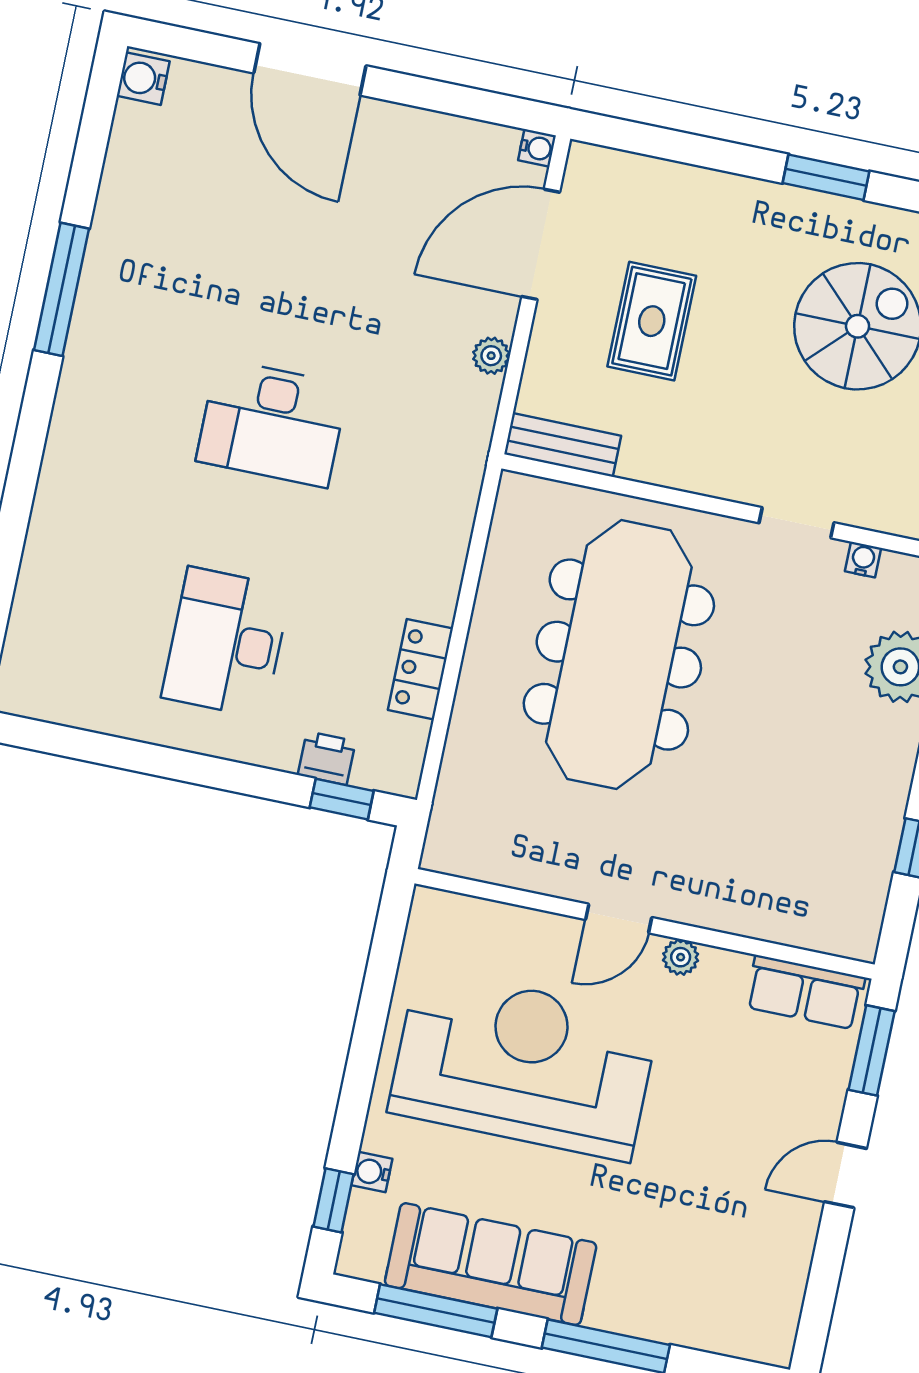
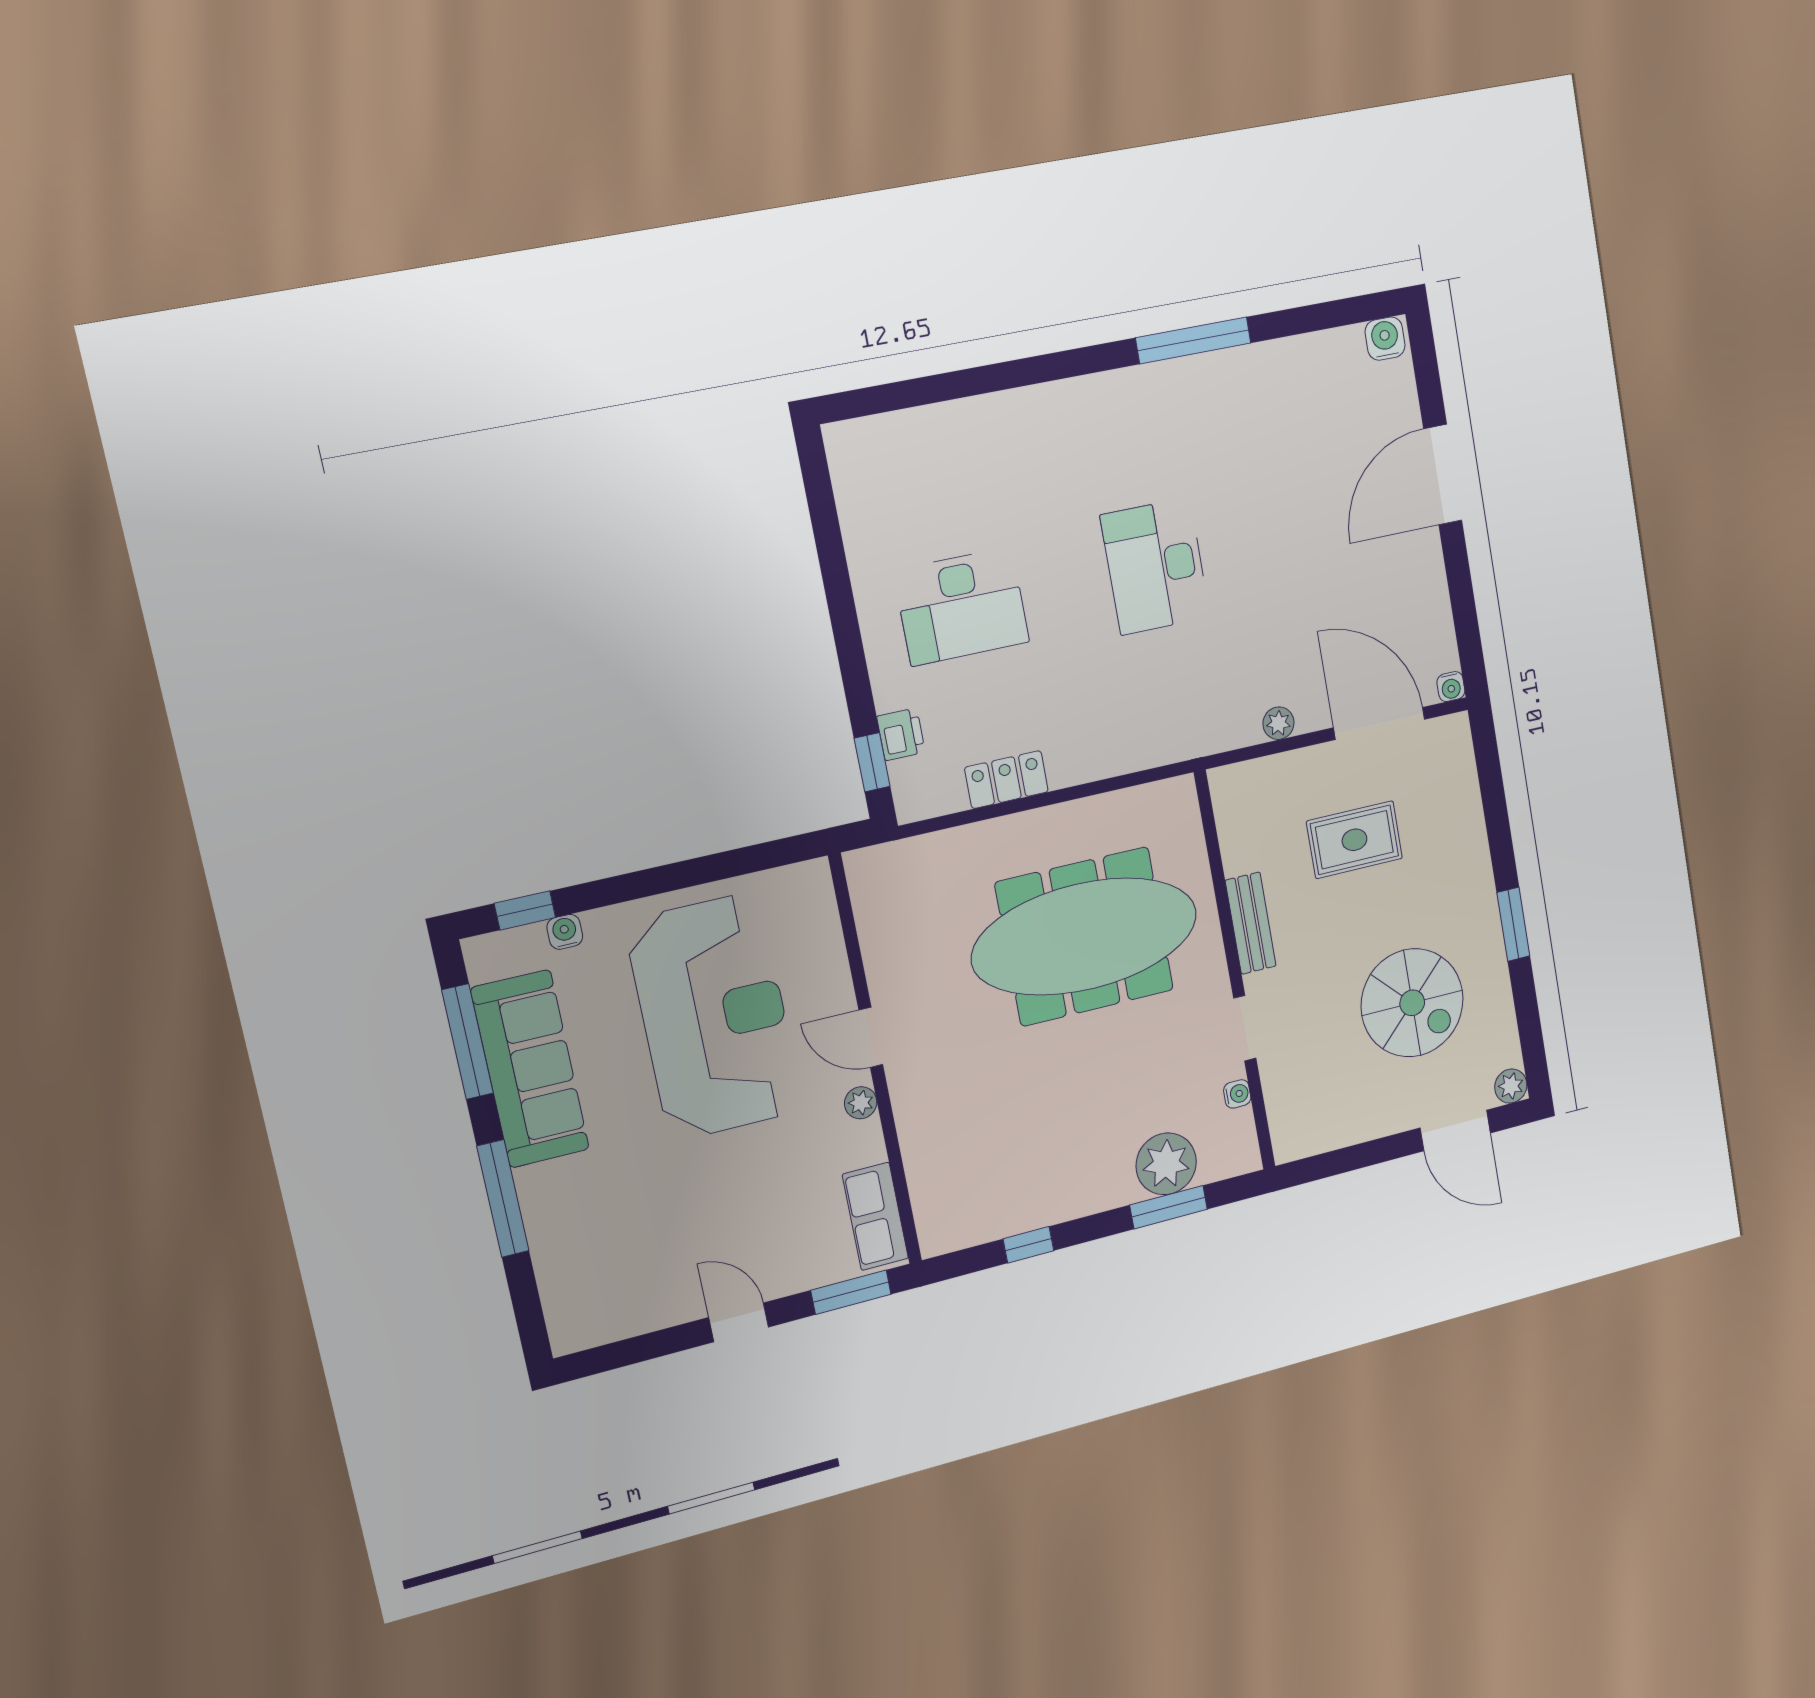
bench: (563, 445) -> (1251, 923), moved
desk: (226, 643) -> (962, 606), turned 180

